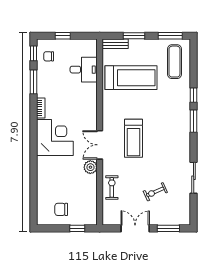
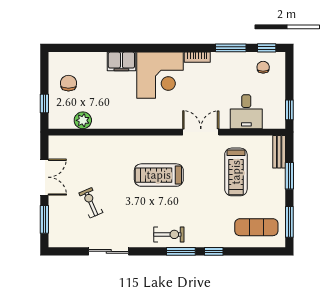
window: (63, 36) -> (289, 110), moved
treadmill: (131, 78) -> (236, 172), width x0.73, depth x0.73
double door: (100, 145) -> (201, 132), moved
plant: (90, 167) -> (83, 120), moved
filing cabinet: (44, 168) -> (121, 61), added
exercise bike: (112, 187) -> (169, 234), moved

